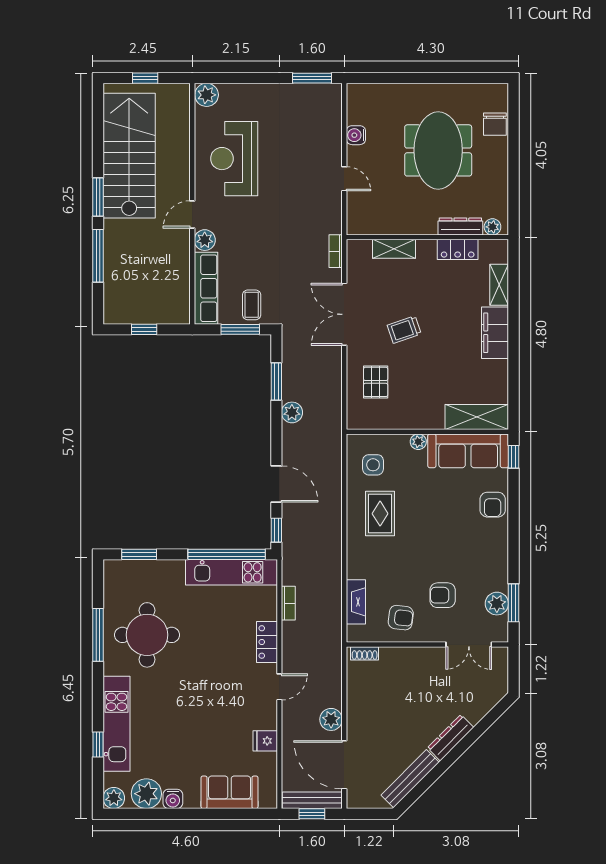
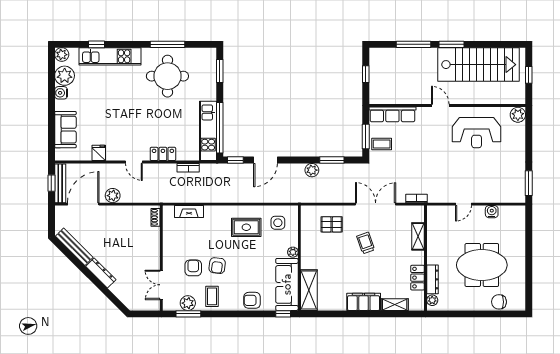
reception desk: (234, 159) -> (477, 133), turned 180
plant: (205, 240) -> (424, 114), removed
coffee table: (487, 566) -> (212, 296), added
armchair: (401, 618) -> (217, 266), moved

